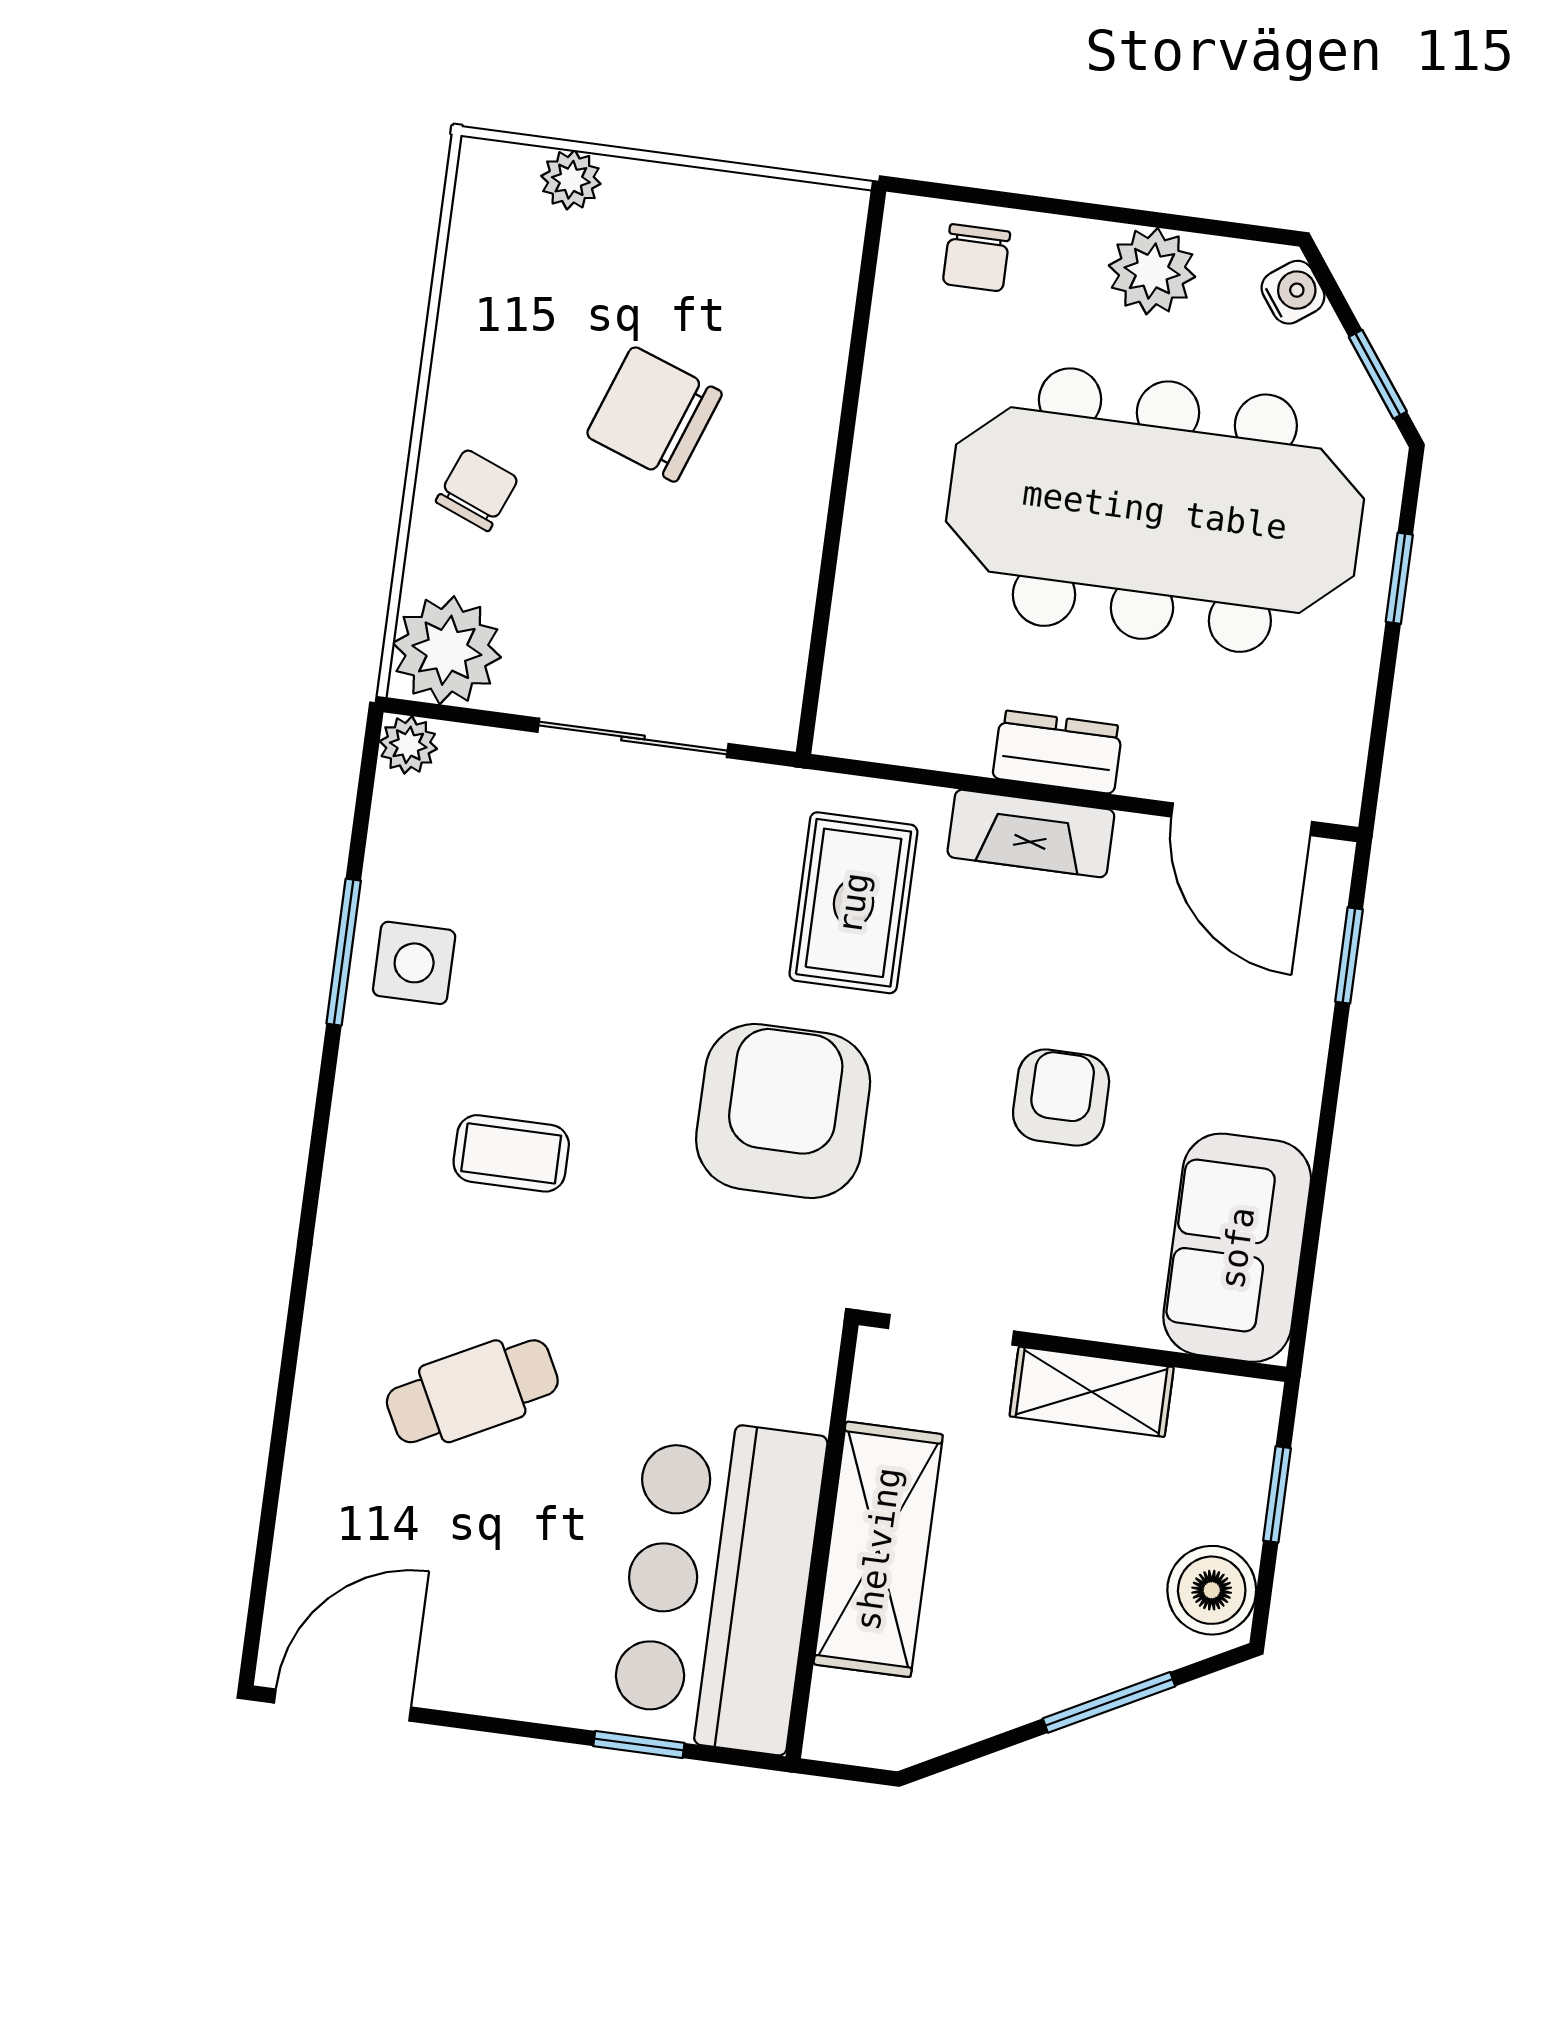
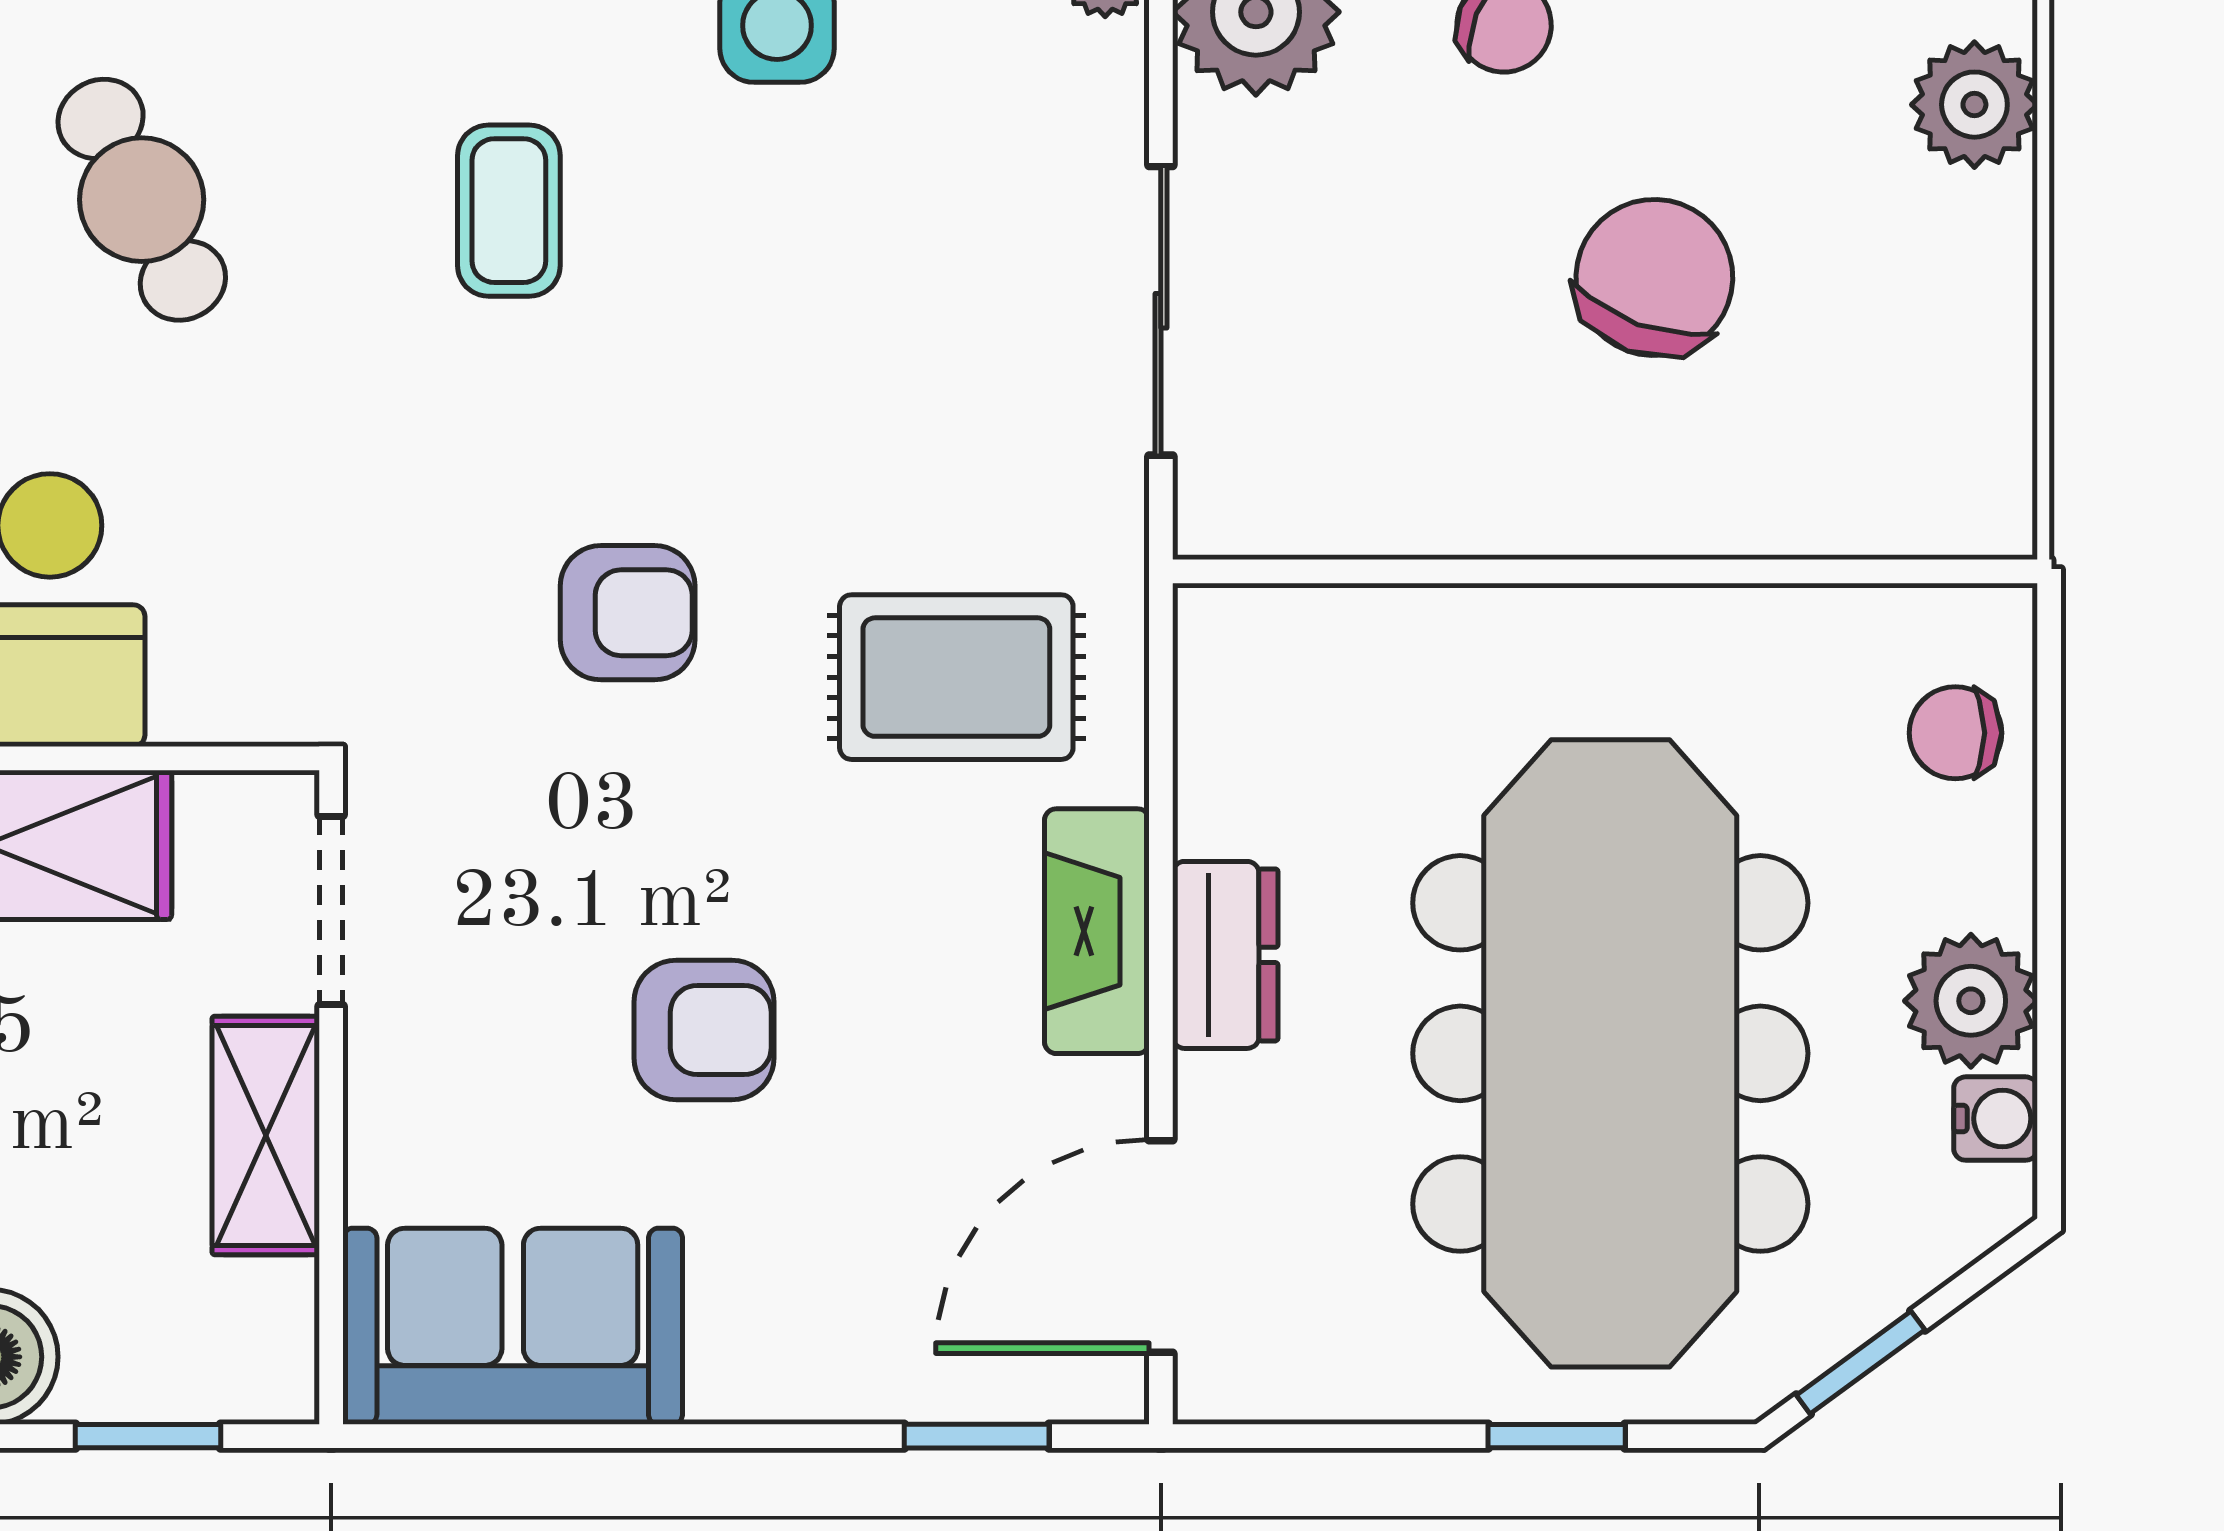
plant: (571, 180) -> (1974, 105), width x1.38, depth x1.38
water cooler: (1293, 292) -> (1996, 1119), moved, turned -54
armchair: (783, 1111) -> (628, 613), width x0.53, depth x0.53

